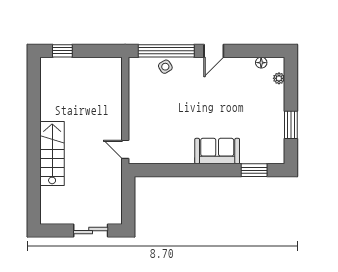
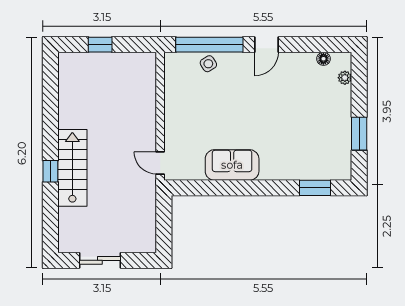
window: (62, 51) -> (100, 45), moved
sofa: (217, 151) -> (232, 165), moved
window: (34, 156) -> (50, 171), added
sliding door: (91, 231) -> (100, 260), moved

